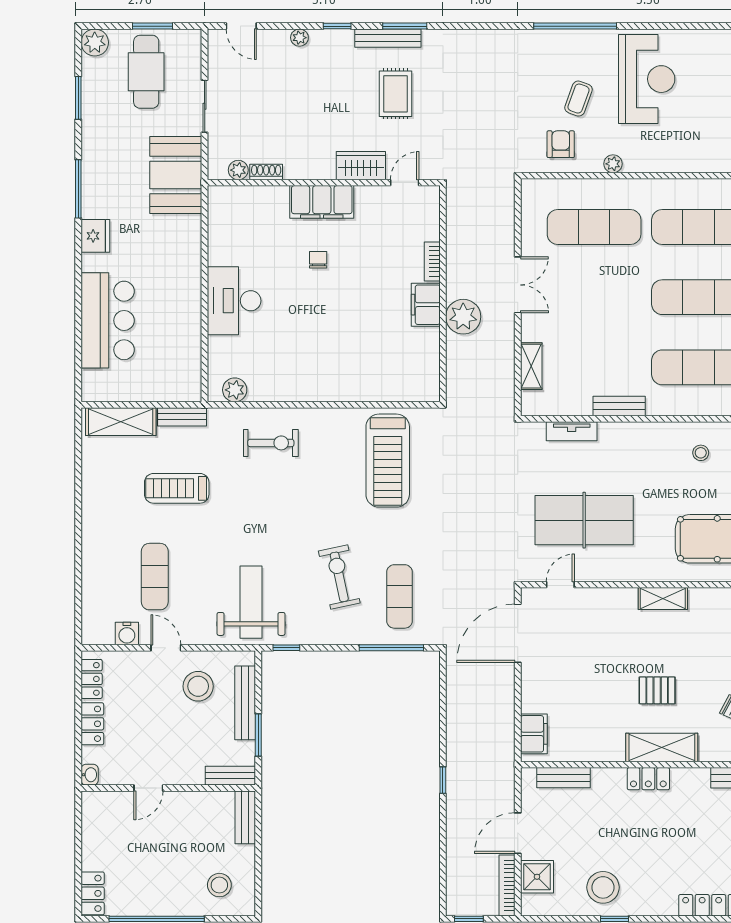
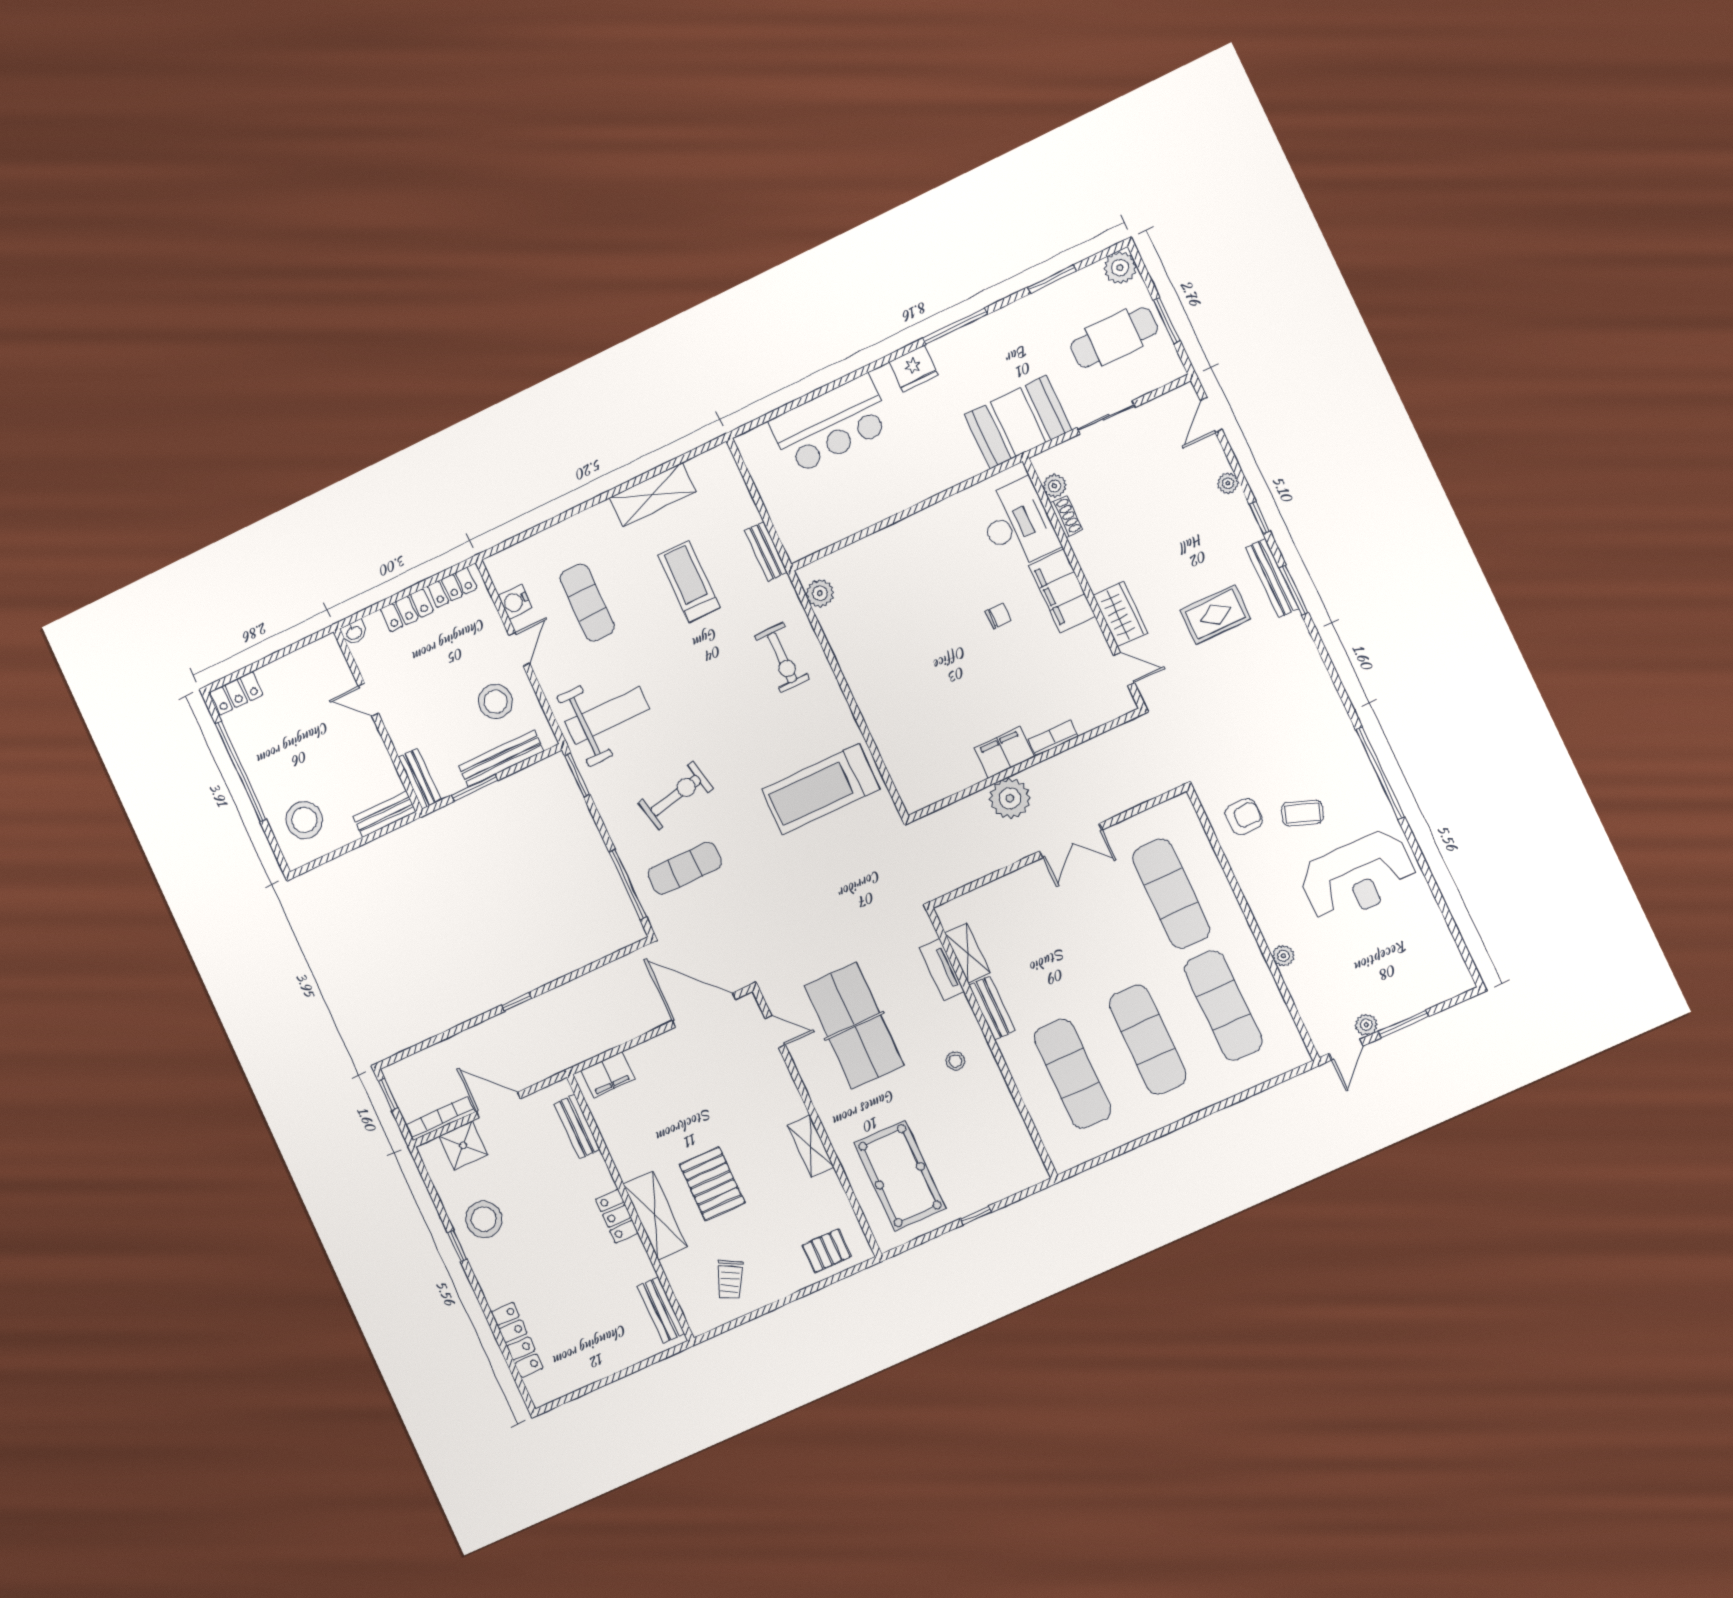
plant: (613, 164) -> (1283, 956), moved
desk: (234, 301) -> (1017, 524), moved, turned 90
shelving: (531, 366) -> (967, 953), moved, turned 90
shelving: (121, 422) -> (652, 495), moved, turned 90
stool: (701, 453) -> (955, 1061), moved
exercise mat: (155, 577) -> (587, 602), turned 90
window: (286, 648) -> (577, 775), width x1.50
pallet: (657, 690) -> (712, 1184), width x1.50, depth x1.42
stool: (219, 885) -> (304, 820), width x1.38, depth x1.38

